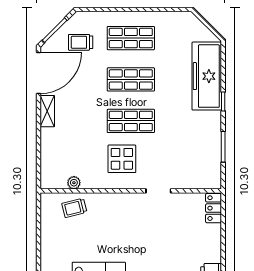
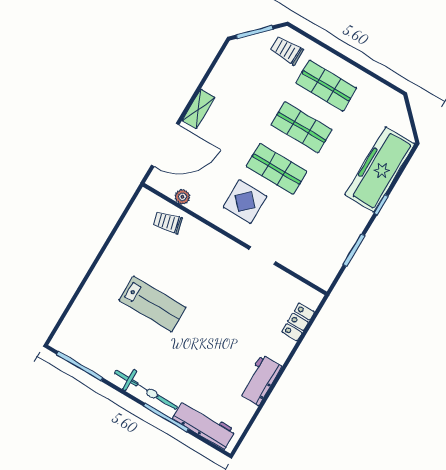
trolley: (81, 42) -> (287, 51), moved
door: (38, 73) -> (165, 145), moved
locker: (214, 208) -> (298, 322), moved

